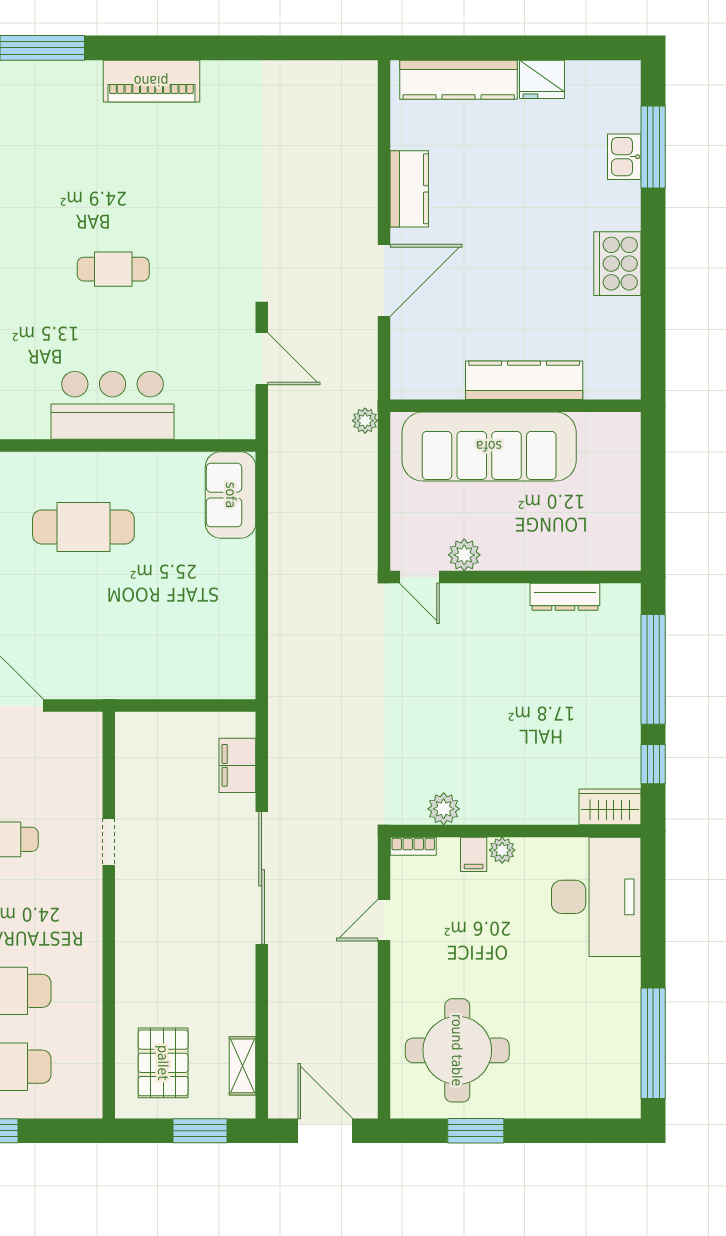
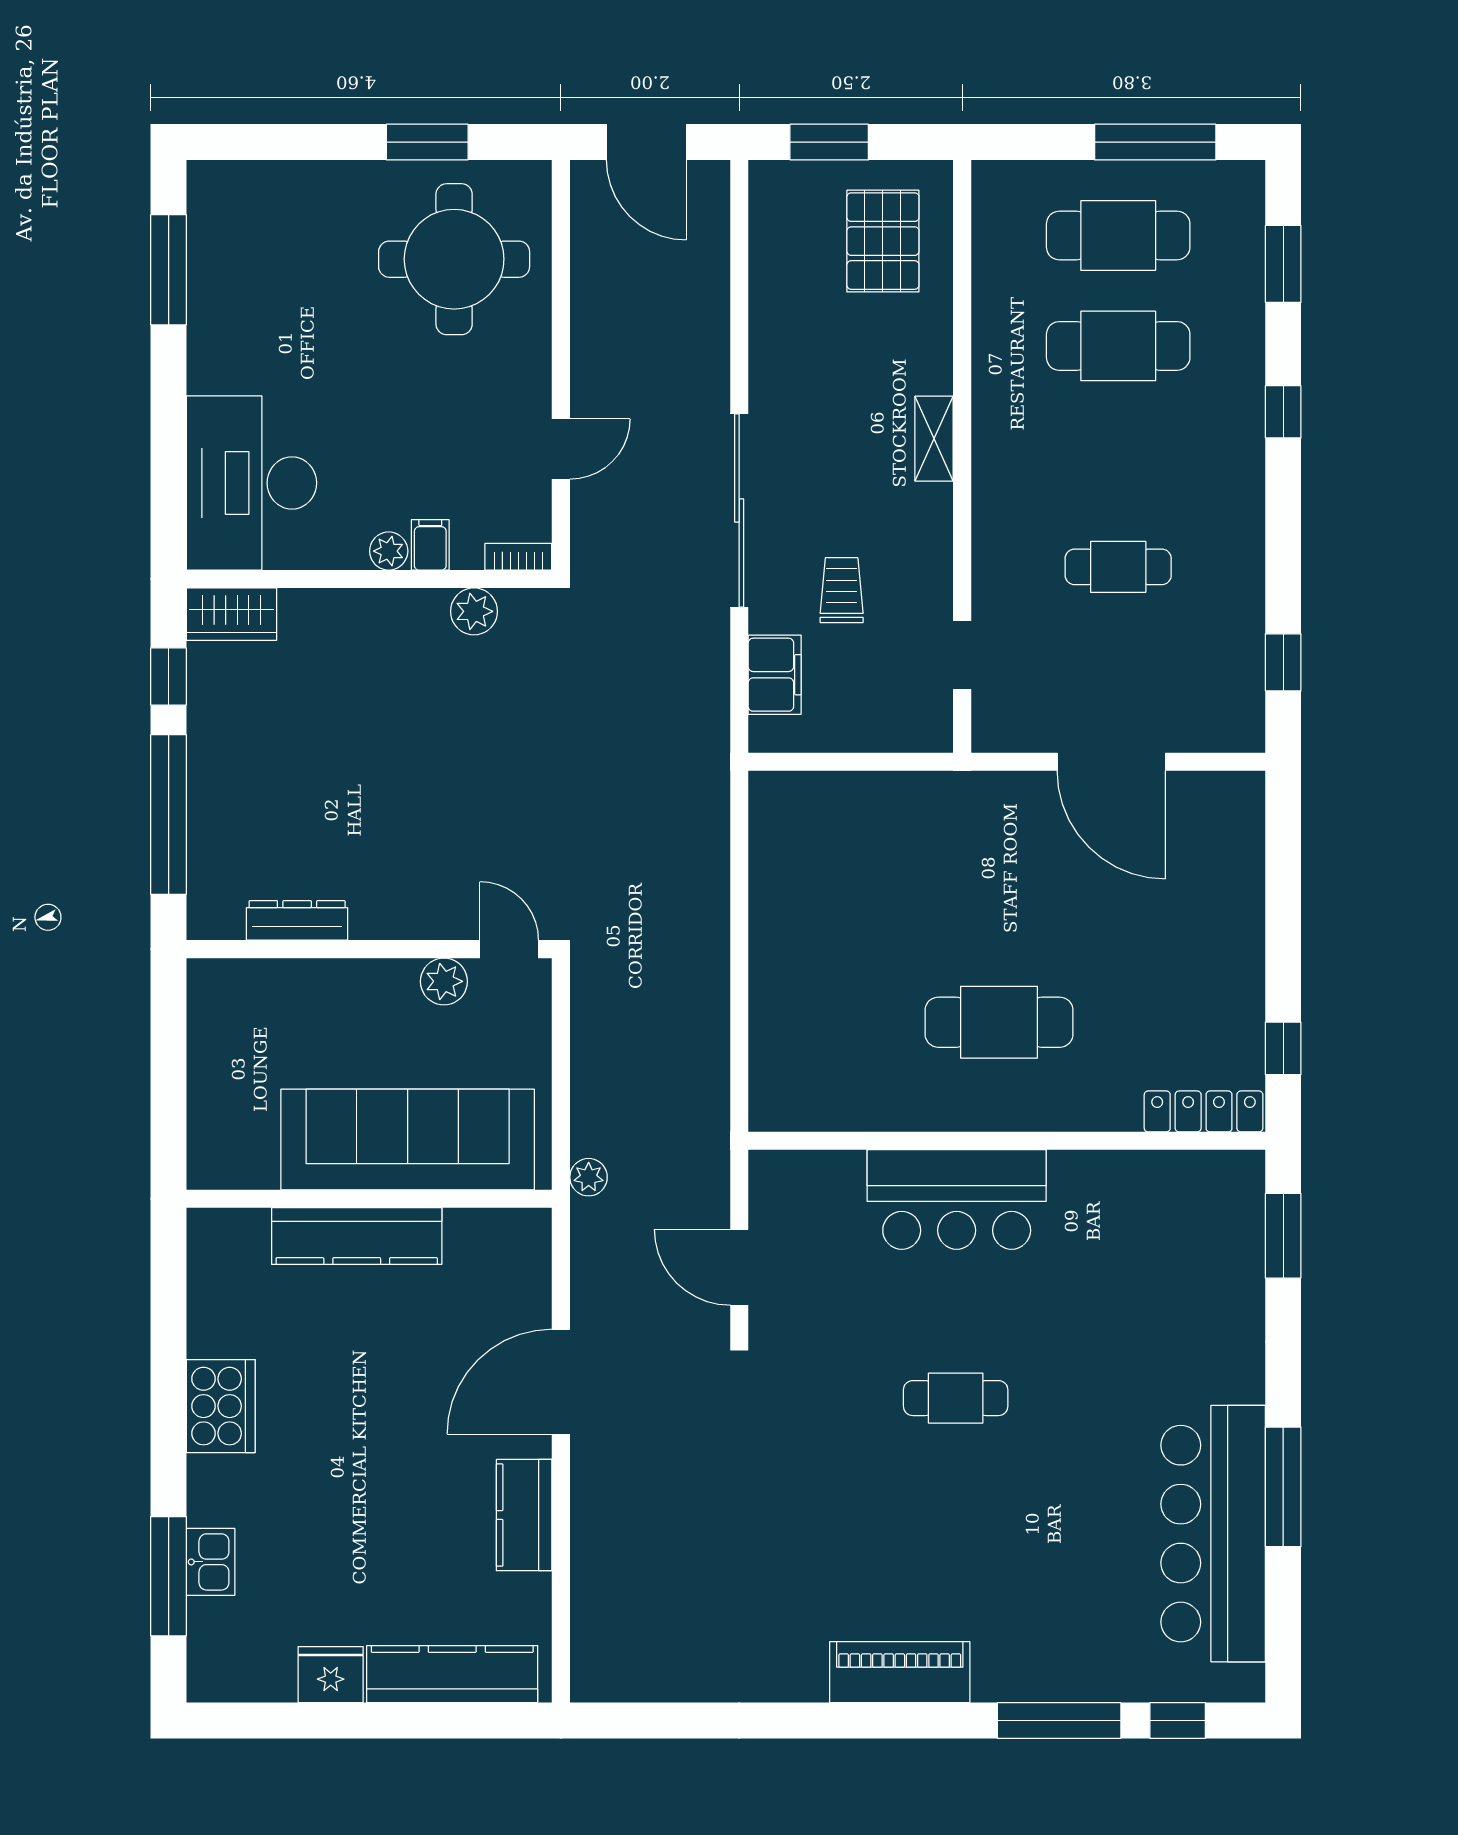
sofa: (231, 495) -> (785, 1069), removed
trolley: (191, 823) -> (842, 590), added
doorway: (109, 842) -> (962, 655), moved
window: (653, 1043) -> (169, 270), width x0.68
shelving: (242, 1066) -> (934, 439), moved

